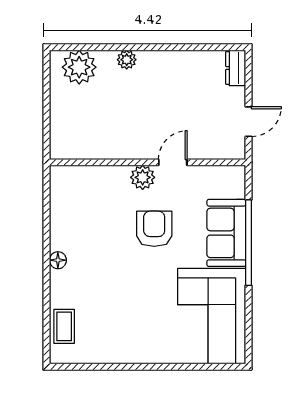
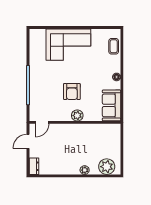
door: (173, 162) -> (42, 122), moved
sofa: (226, 233) -> (111, 105), moved, turned 180
corner sofa: (212, 316) -> (68, 45), moved, turned 90

